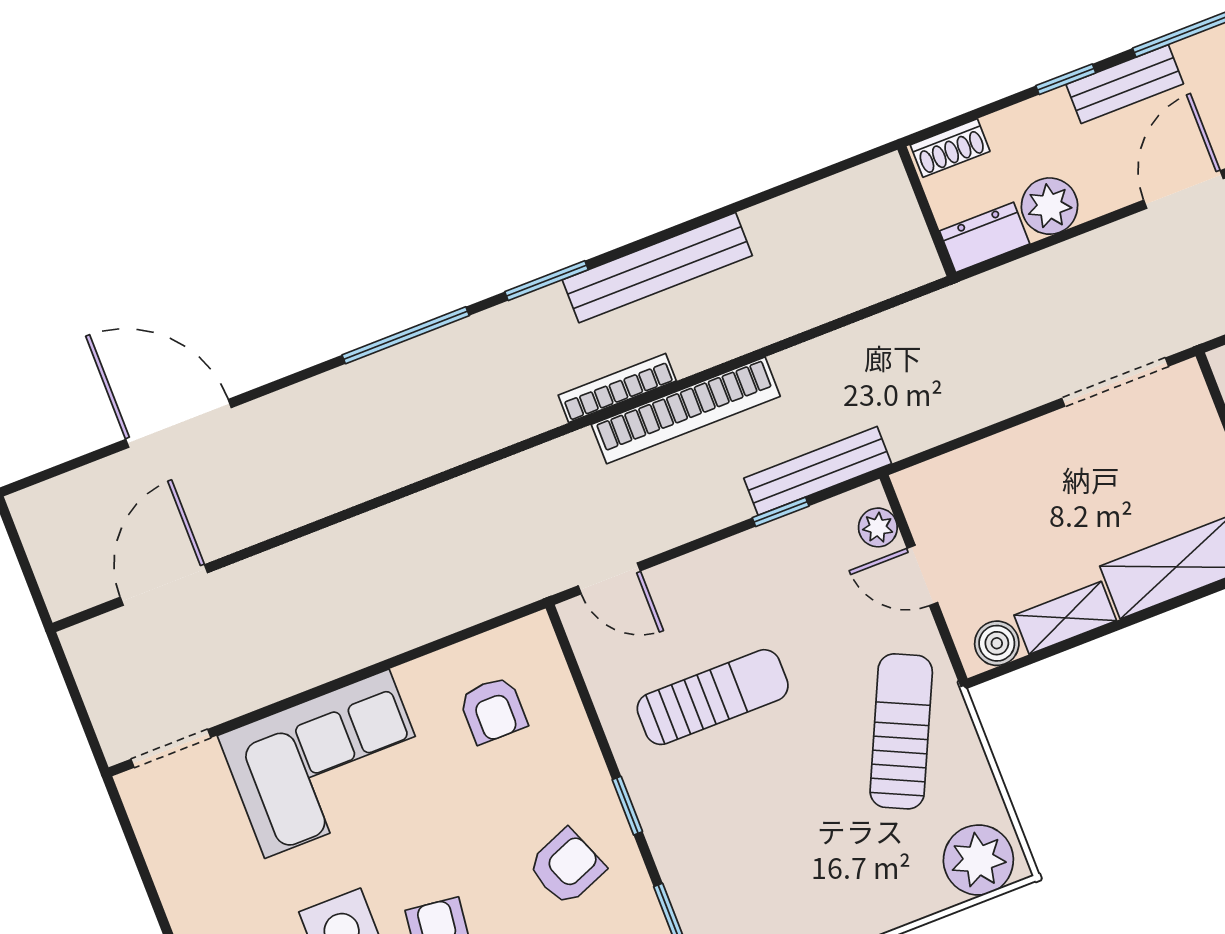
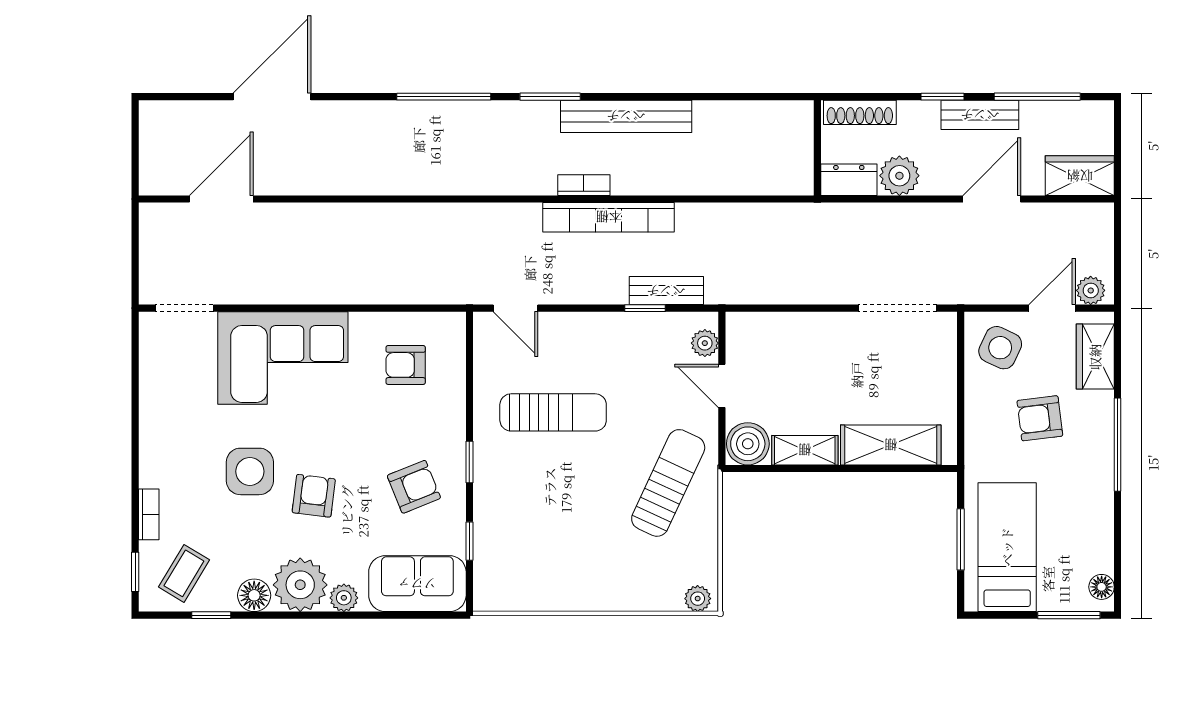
shoe rack: (950, 148) -> (860, 112), width x1.43
bookcase: (617, 388) -> (584, 185), width x0.64
door: (178, 423) -> (272, 97), hinge flipped
bench: (818, 471) -> (666, 291), width x0.73
boiler: (997, 643) -> (748, 444), width x1.36, depth x1.36
armchair: (493, 710) -> (406, 365), turned 90
plant: (978, 860) -> (698, 599), width x0.53, depth x0.53

